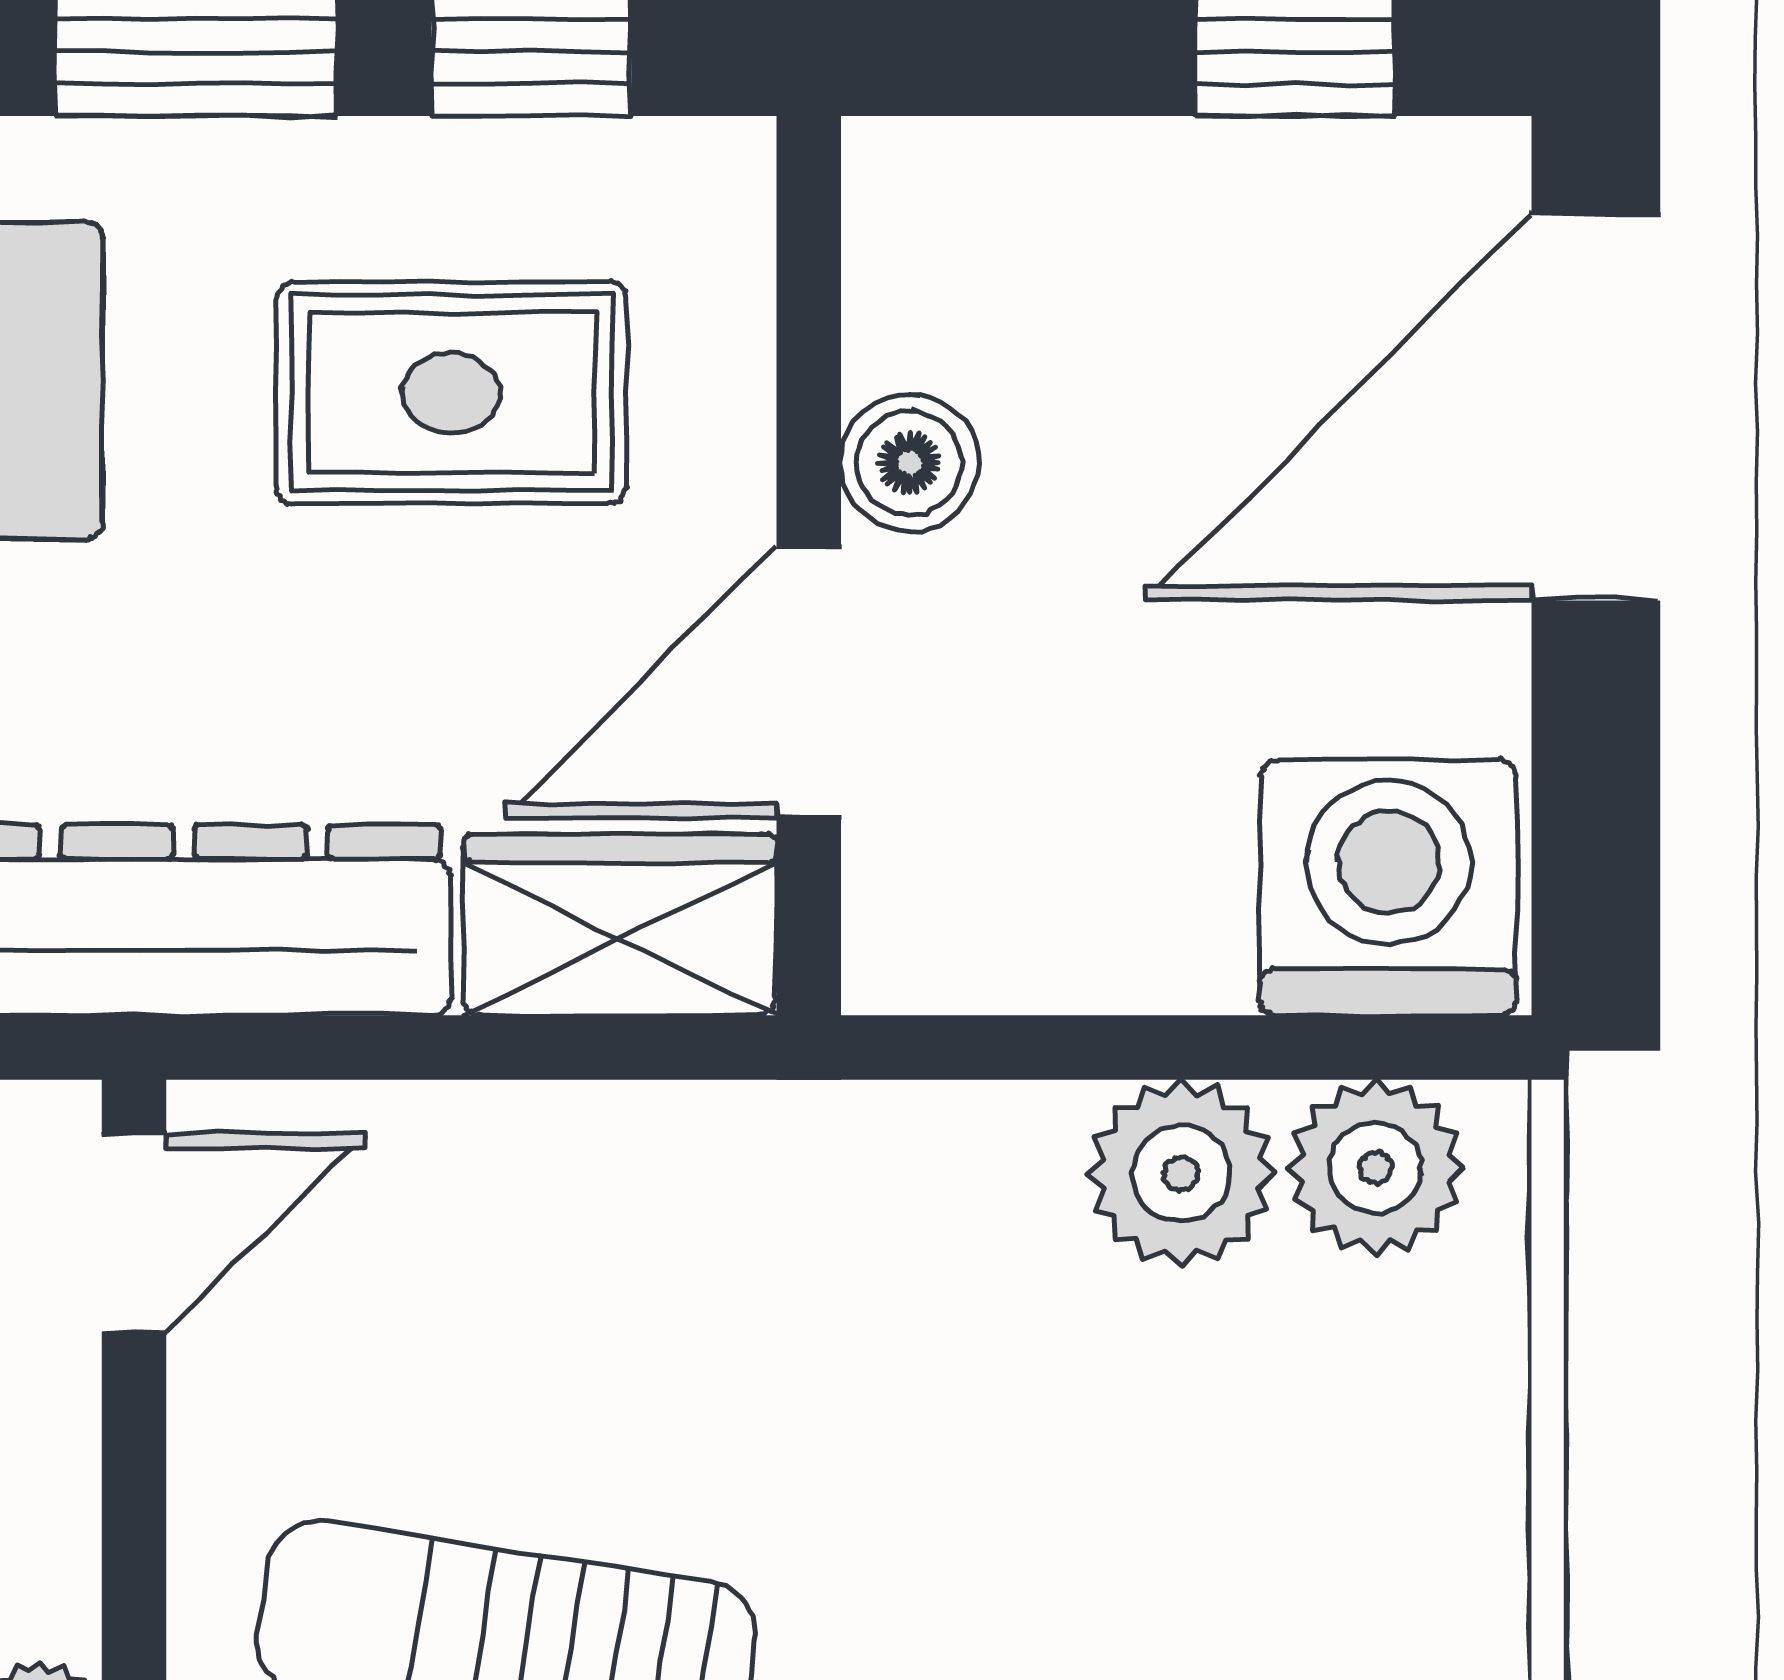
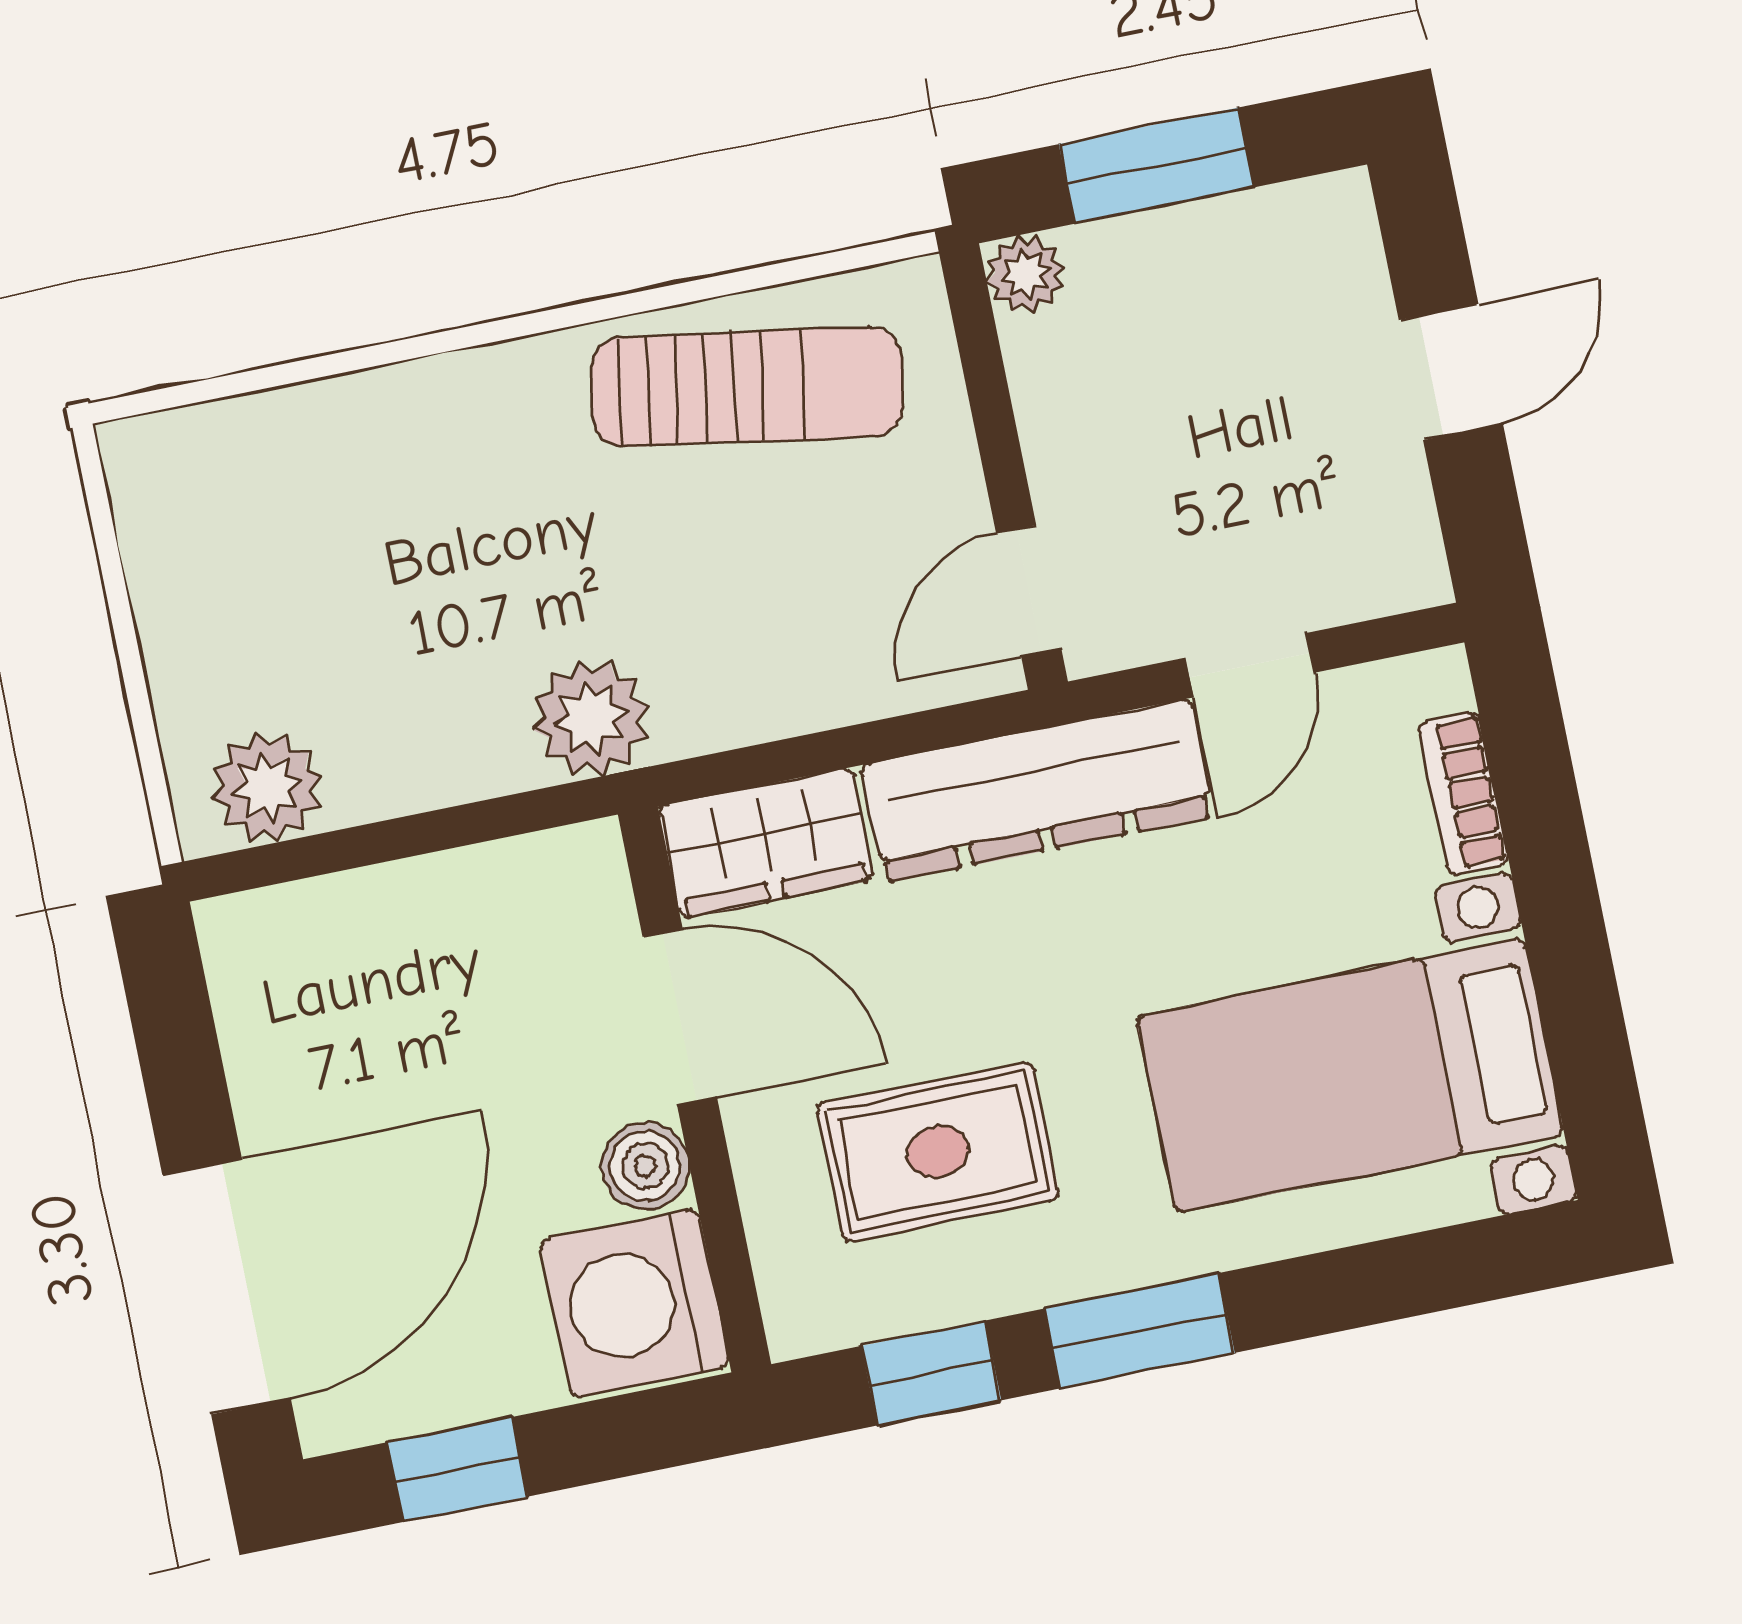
door: (809, 682) -> (680, 1017), hinge flipped
washing machine: (1388, 887) -> (635, 1303), moved, turned 90
plant: (1181, 1173) -> (591, 718), moved

